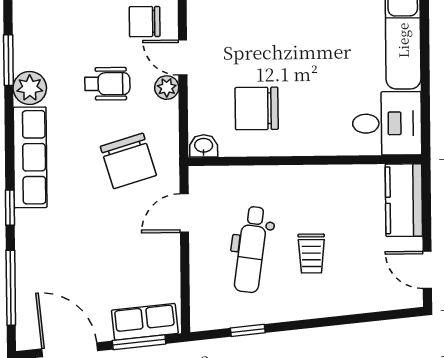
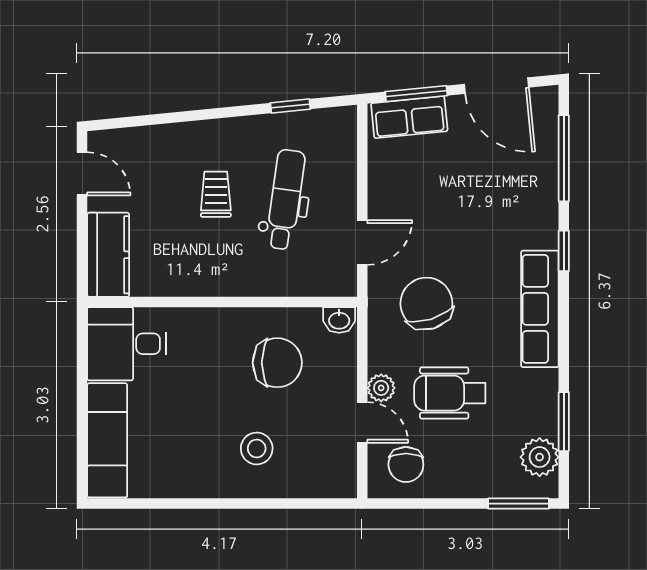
chair: (145, 22) -> (406, 464), turned 90
stool: (274, 34) -> (257, 449), added
wheelchair: (107, 84) -> (450, 393), width x1.36, depth x1.37
plant: (30, 88) -> (540, 457), moved

